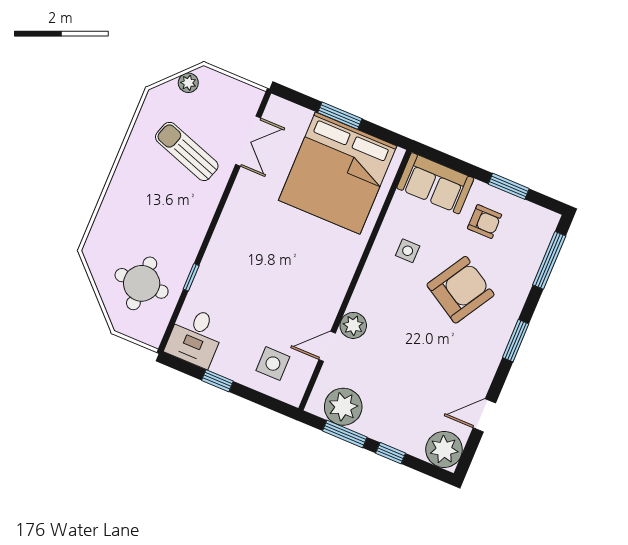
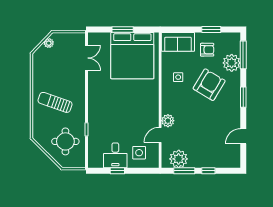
sun lounger: (187, 151) -> (55, 102), moved
desk: (195, 337) -> (115, 155), moved
plant: (444, 449) -> (232, 63), moved

